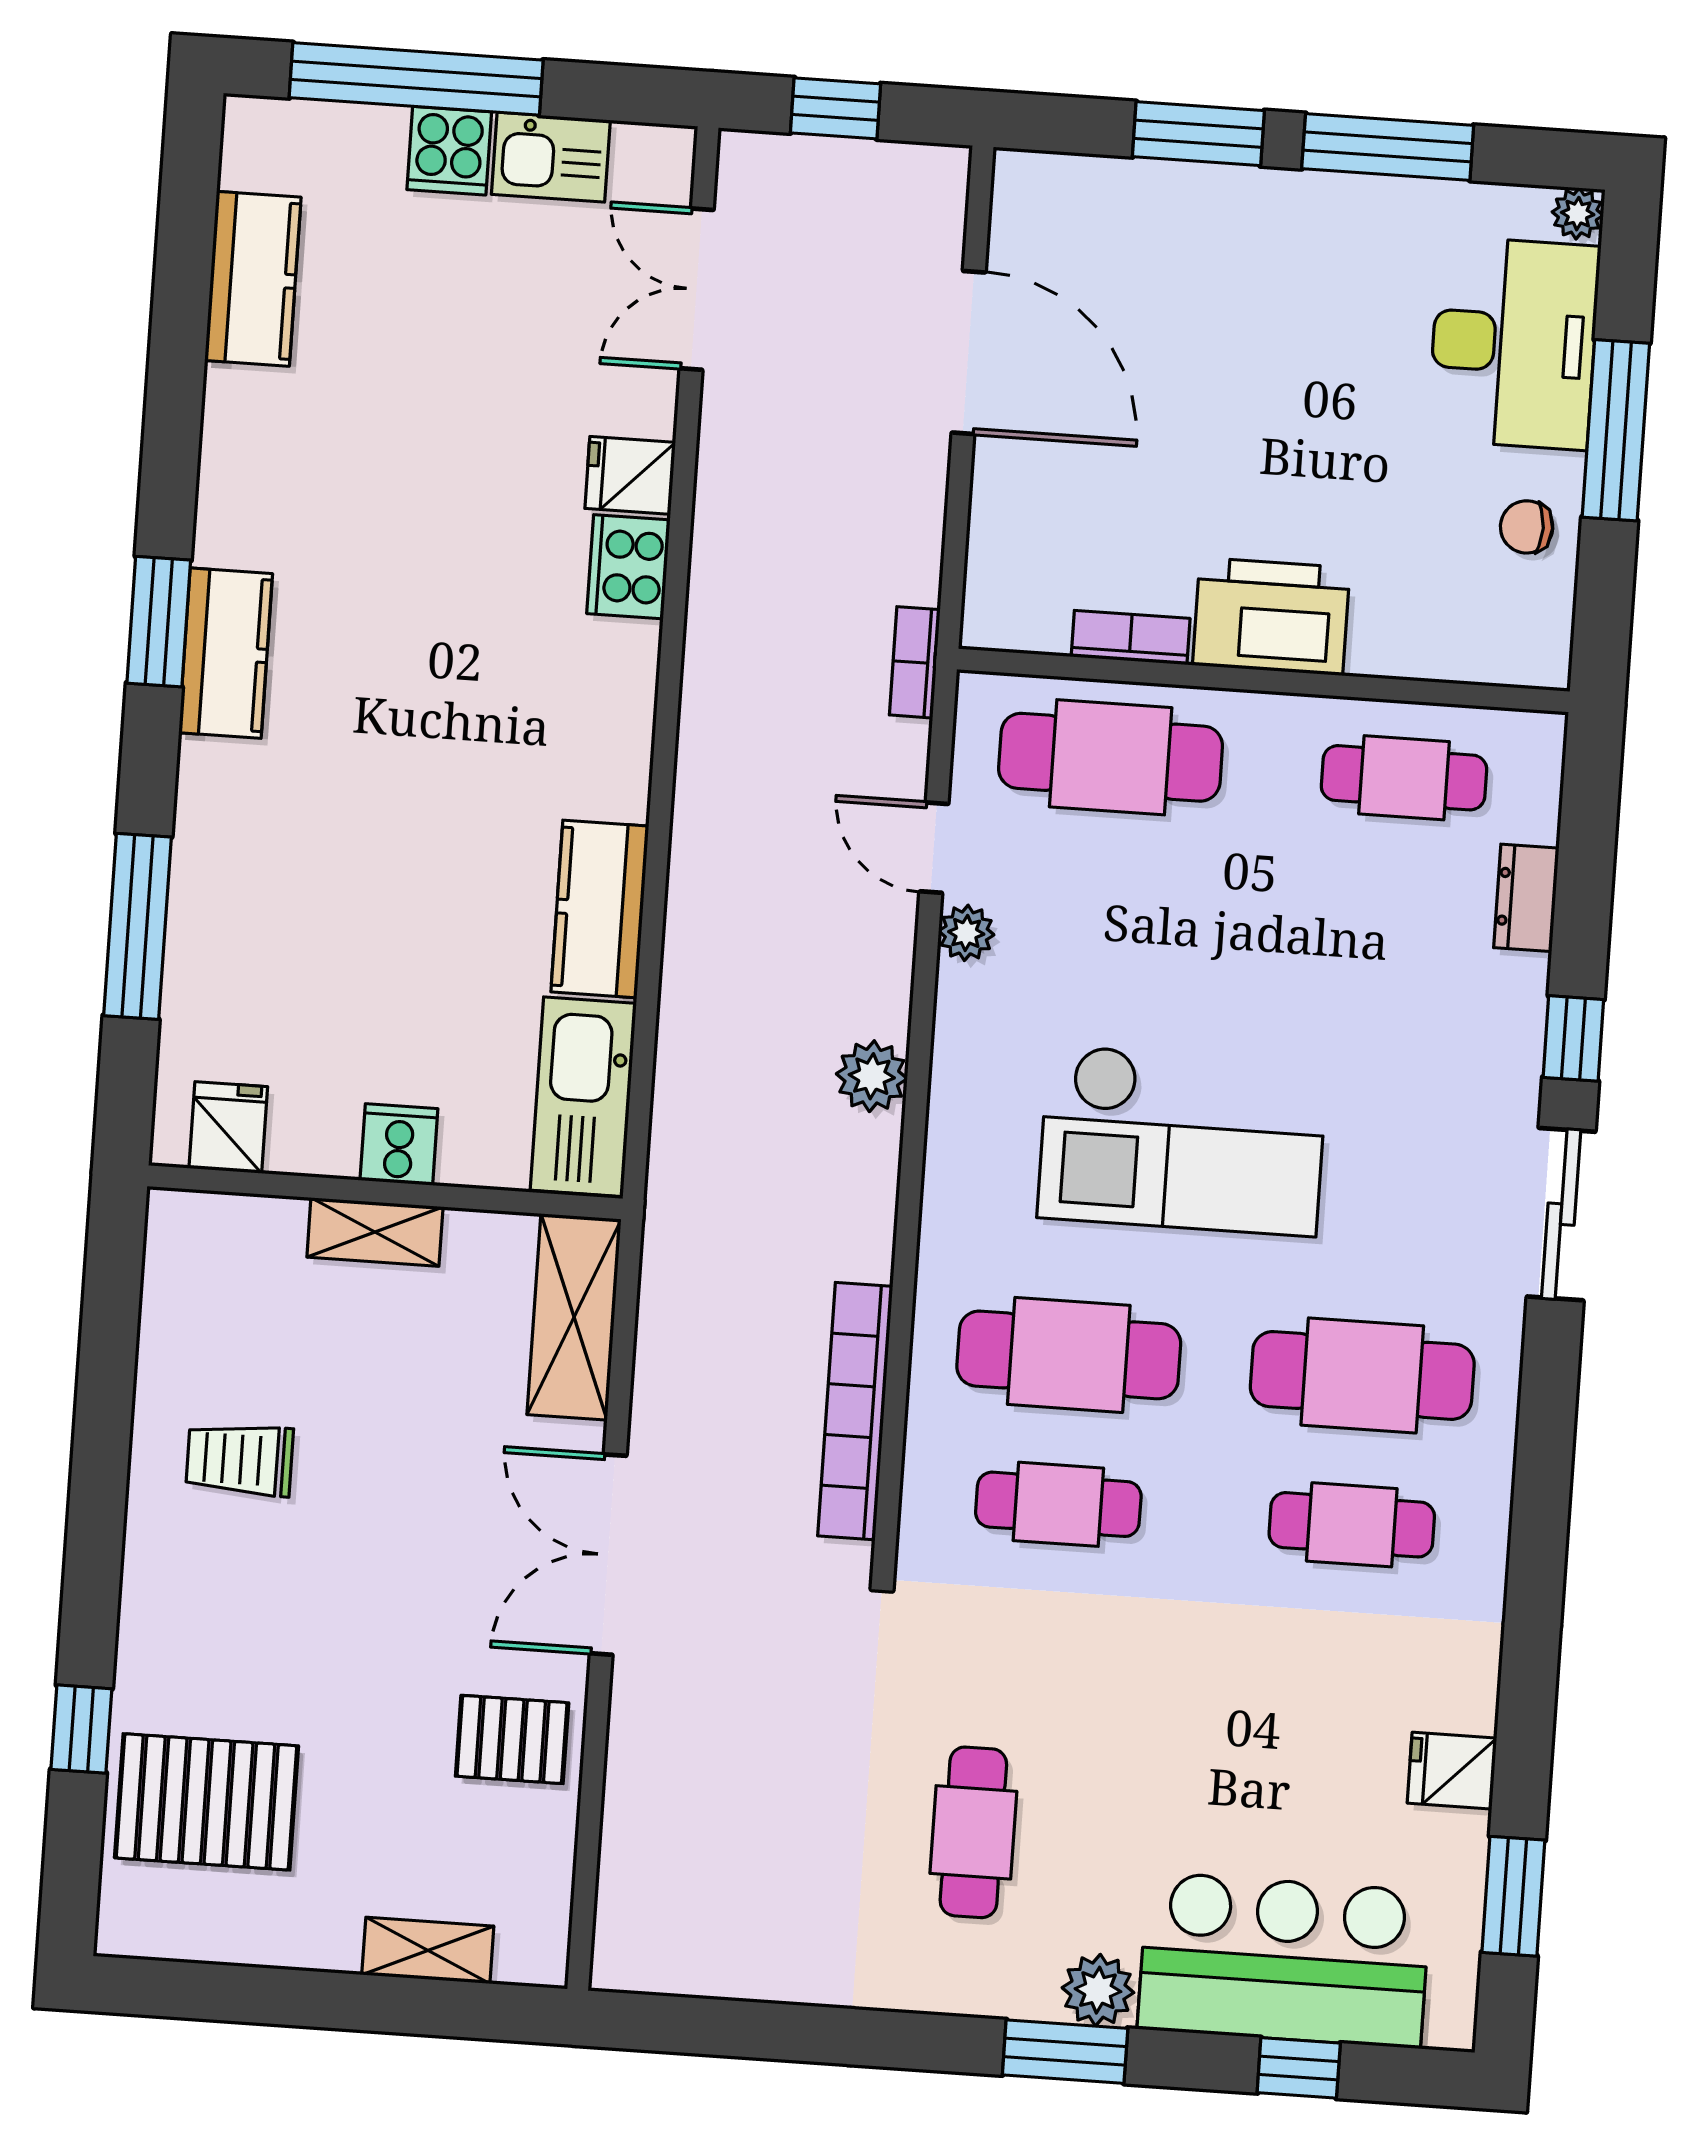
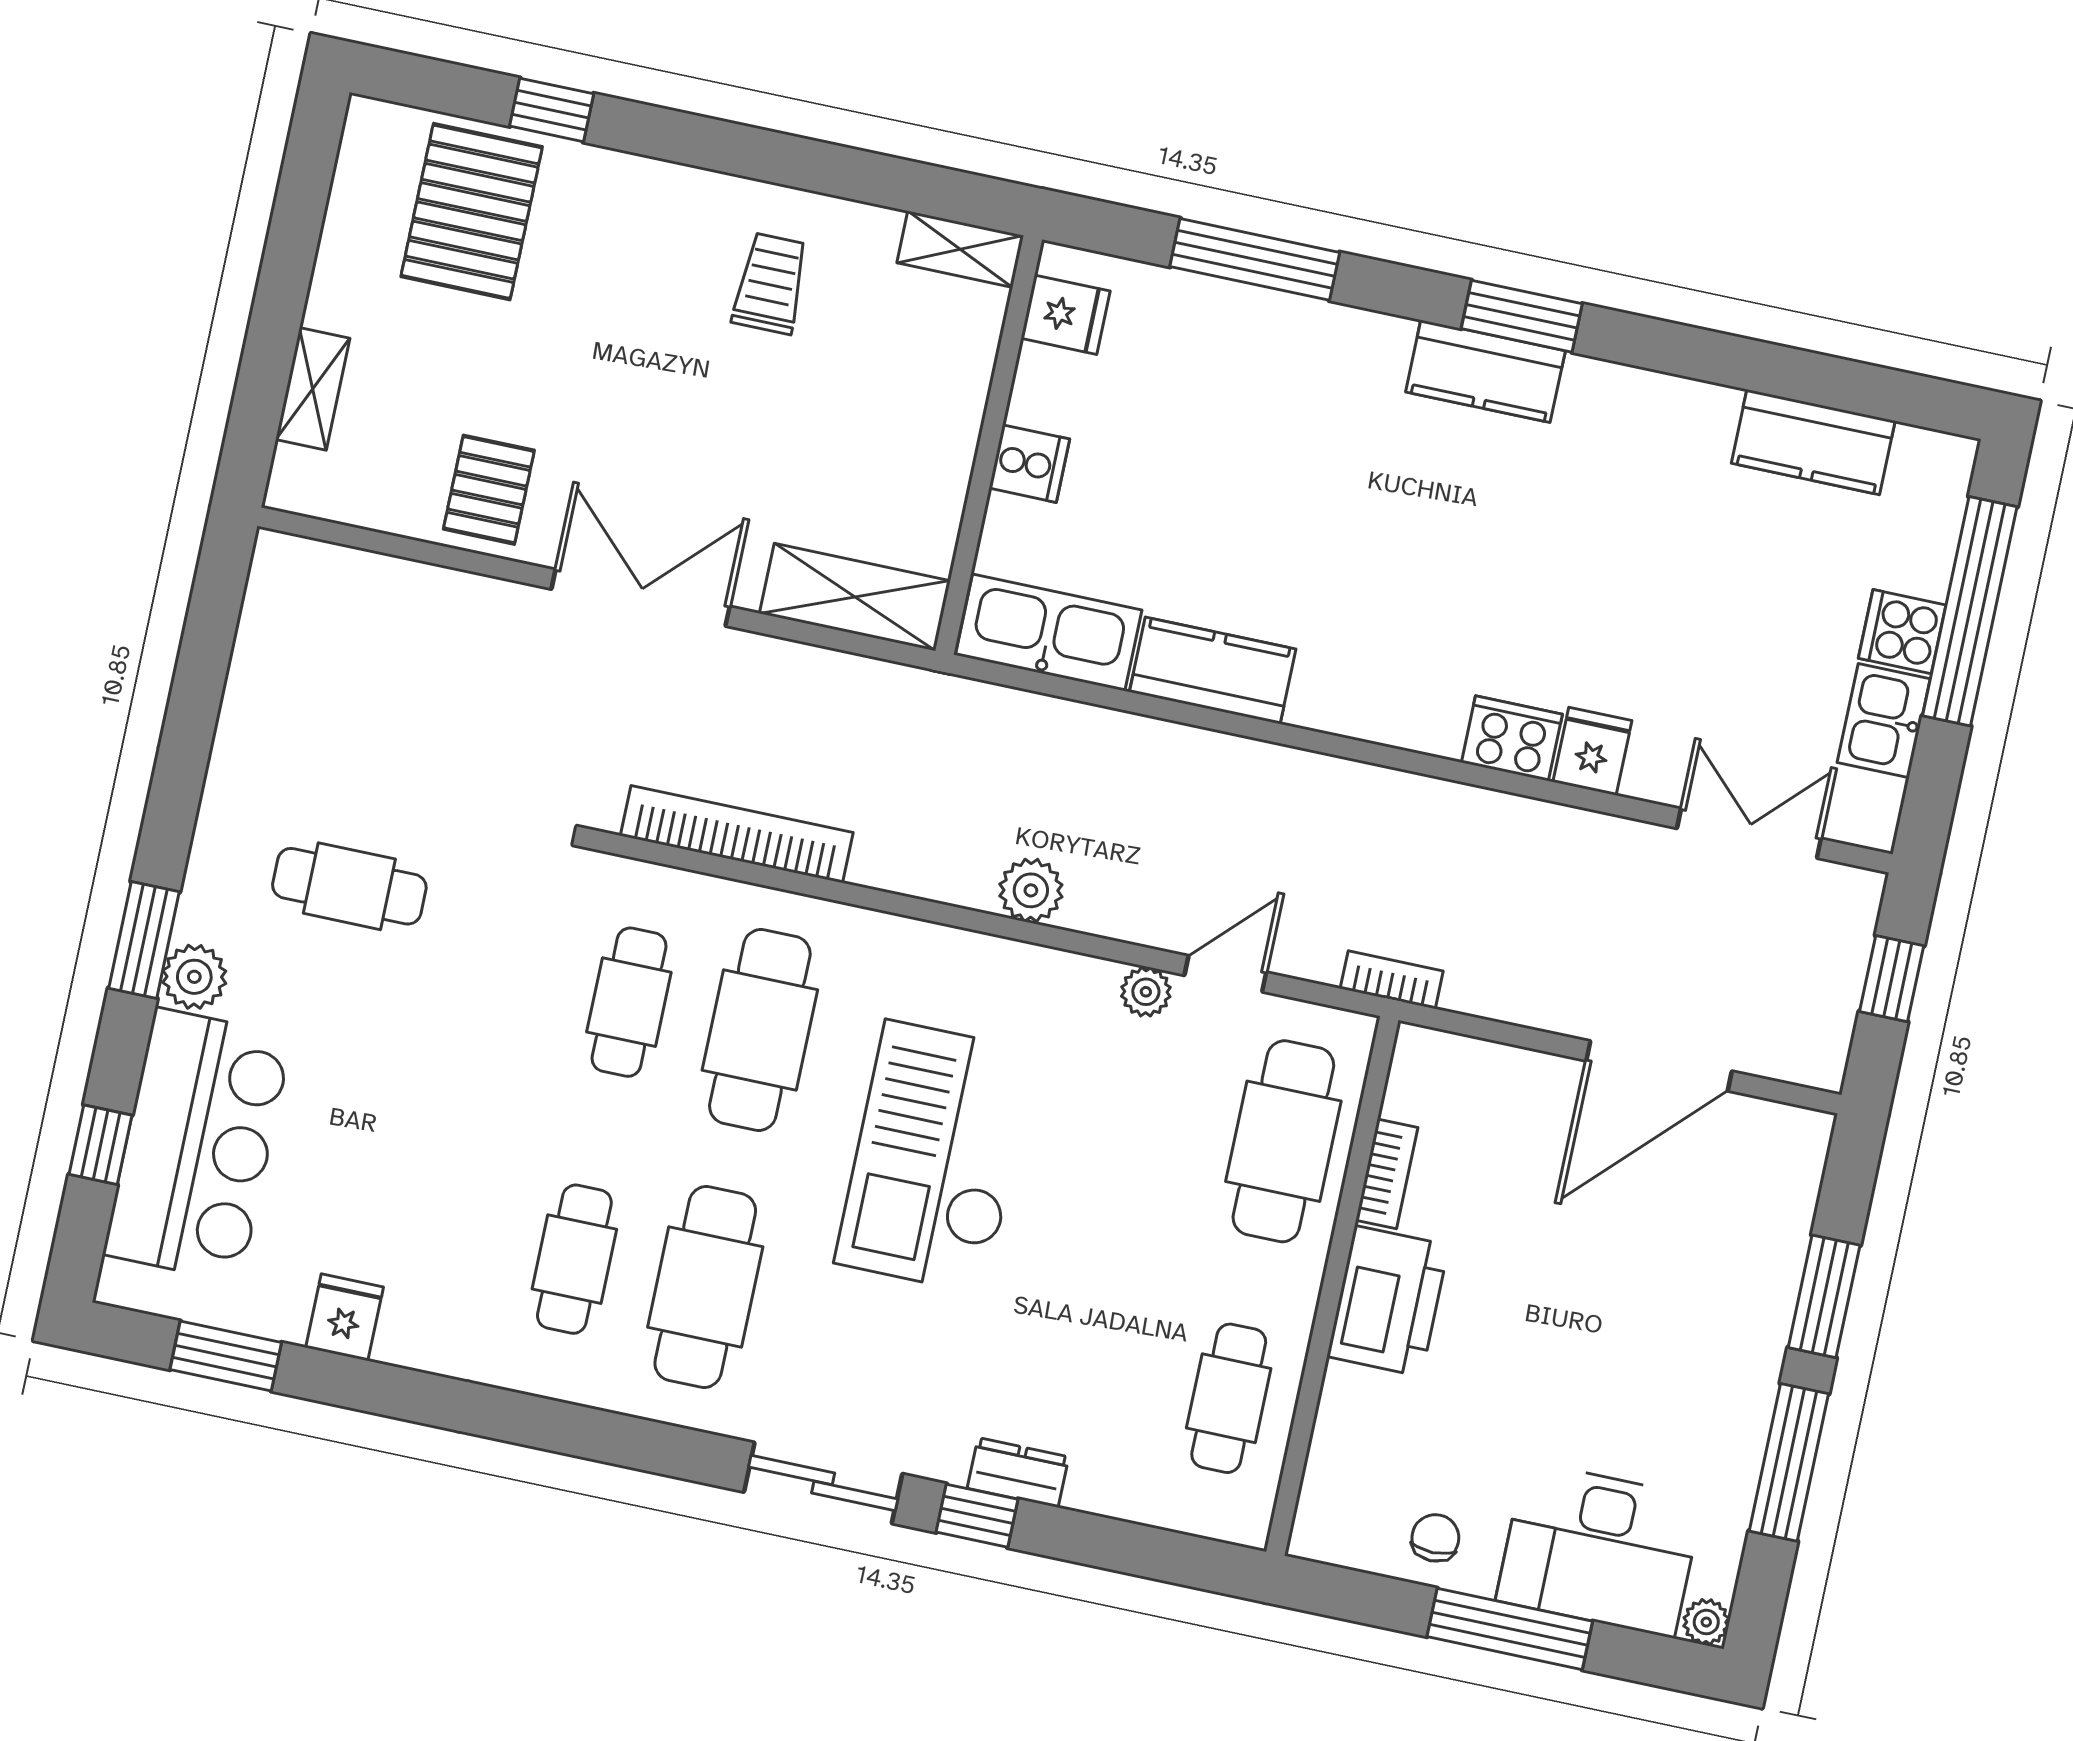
dresser: (1526, 898) -> (1018, 1473), moved
shelving: (375, 1232) -> (960, 249), moved, turned 90

